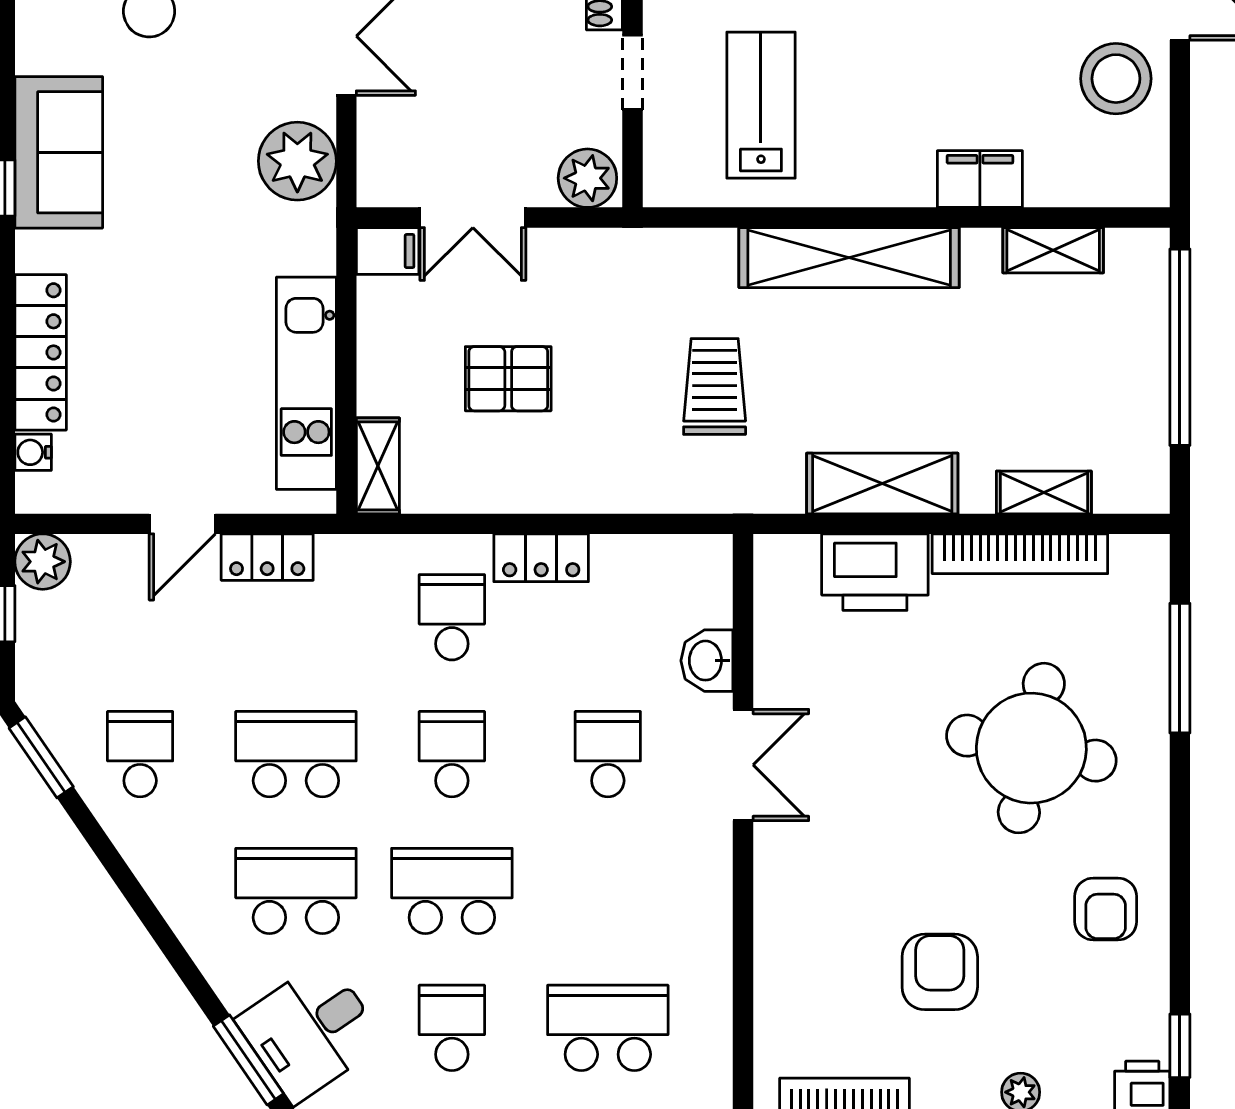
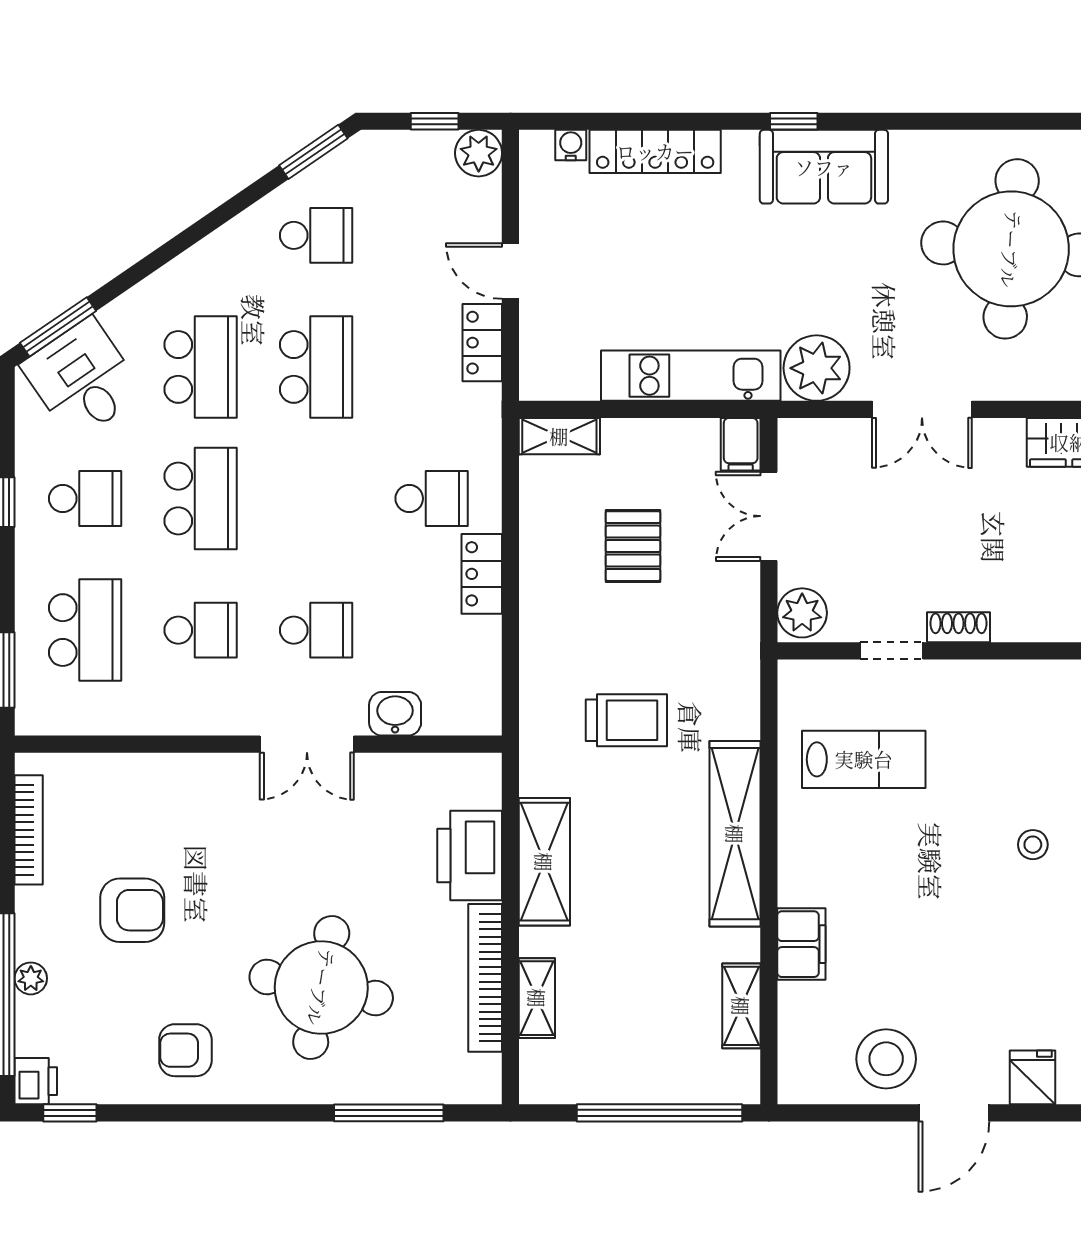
kitchen unit: (306, 383) -> (691, 376), moved
school desk: (452, 754) -> (201, 630), moved

